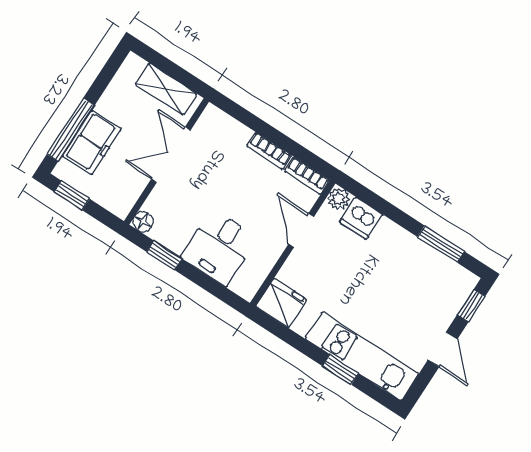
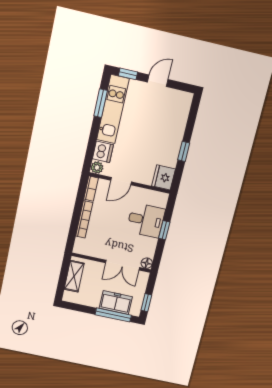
bookcase: (269, 151) -> (84, 219), width x1.56
double door: (171, 155) -> (123, 265), moved
window: (164, 255) -> (164, 230), moved
kitchen unit: (362, 356) -> (113, 109), moved, turned 180
window: (341, 370) -> (184, 151), moved

